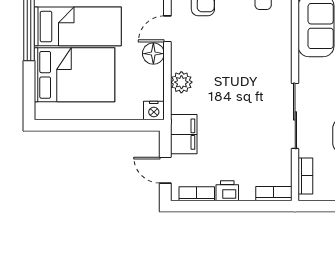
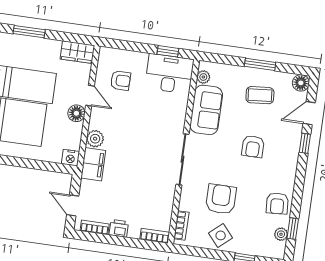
door: (167, 29) -> (90, 96), swing flipped
sliding door: (295, 116) -> (182, 159), moved
filing cabinet: (184, 134) -> (93, 164), moved

